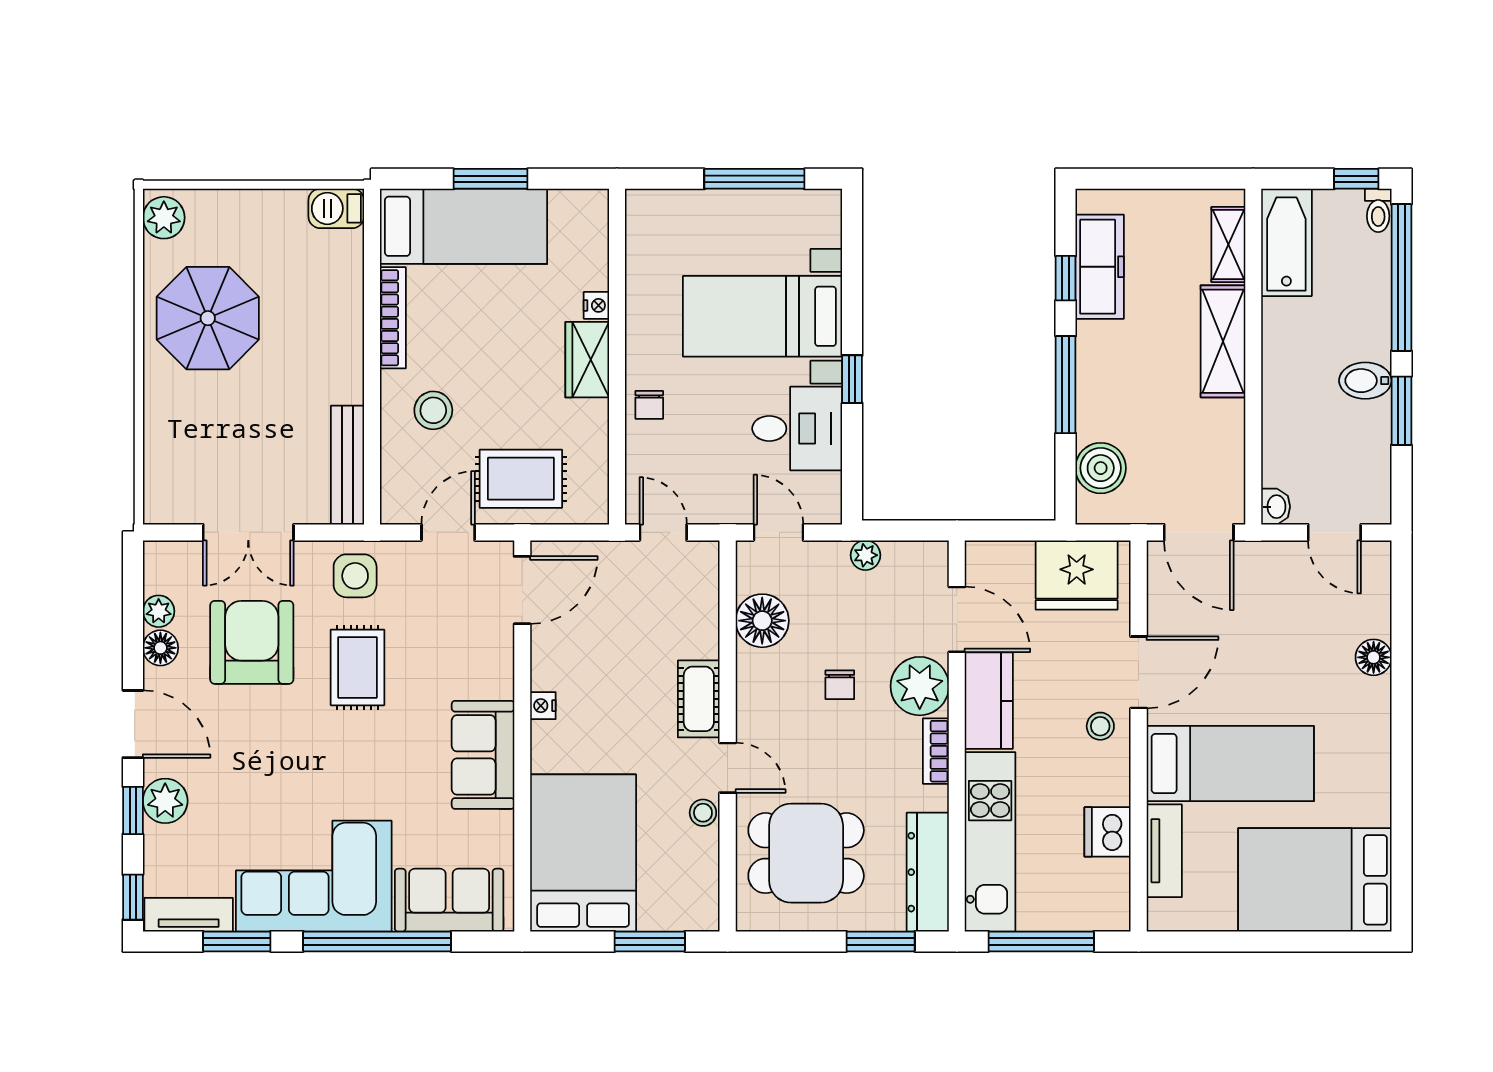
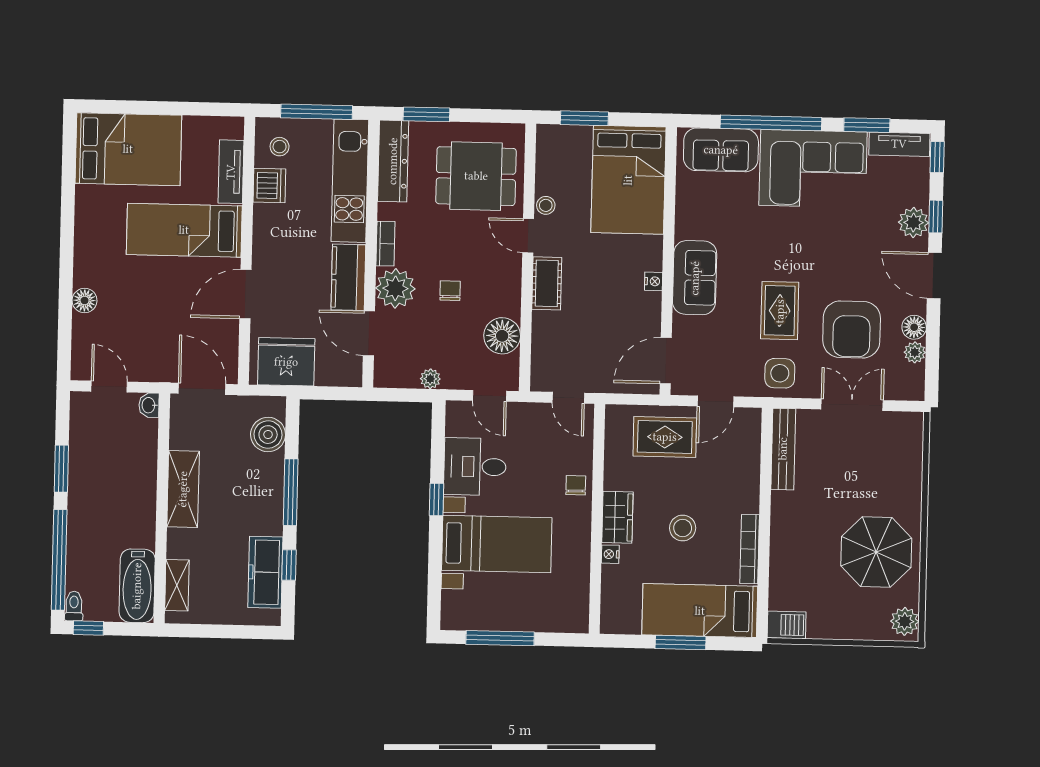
shelving: (1223, 341) -> (183, 489), moved
bidet: (1365, 381) -> (86, 490), removed
stool: (433, 410) -> (683, 528), moved
stool: (1100, 726) -> (280, 147), moved
sofa: (483, 755) -> (695, 278), moved

